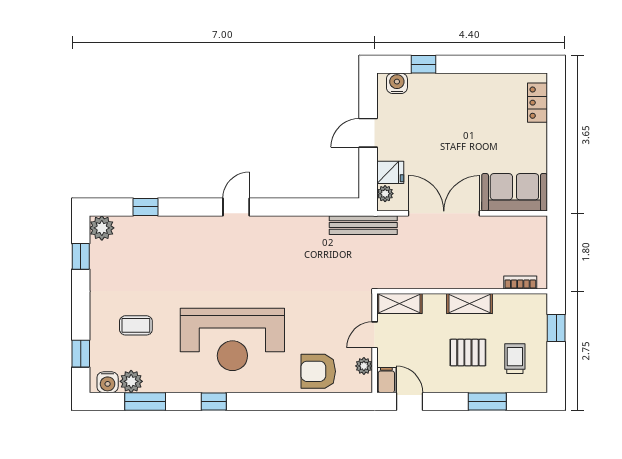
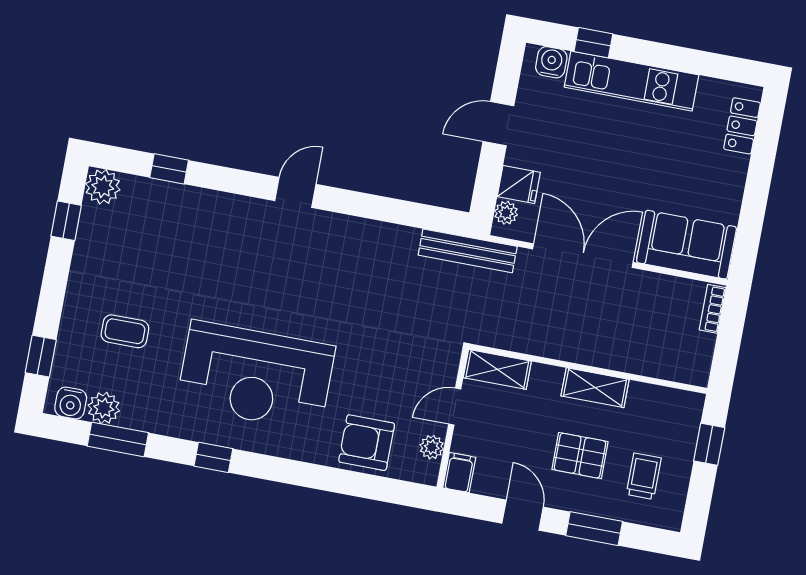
kitchen unit: (455, 86) -> (631, 81), added
bookcase: (520, 282) -> (713, 309), moved, turned -90
door: (409, 401) -> (523, 515), moved

